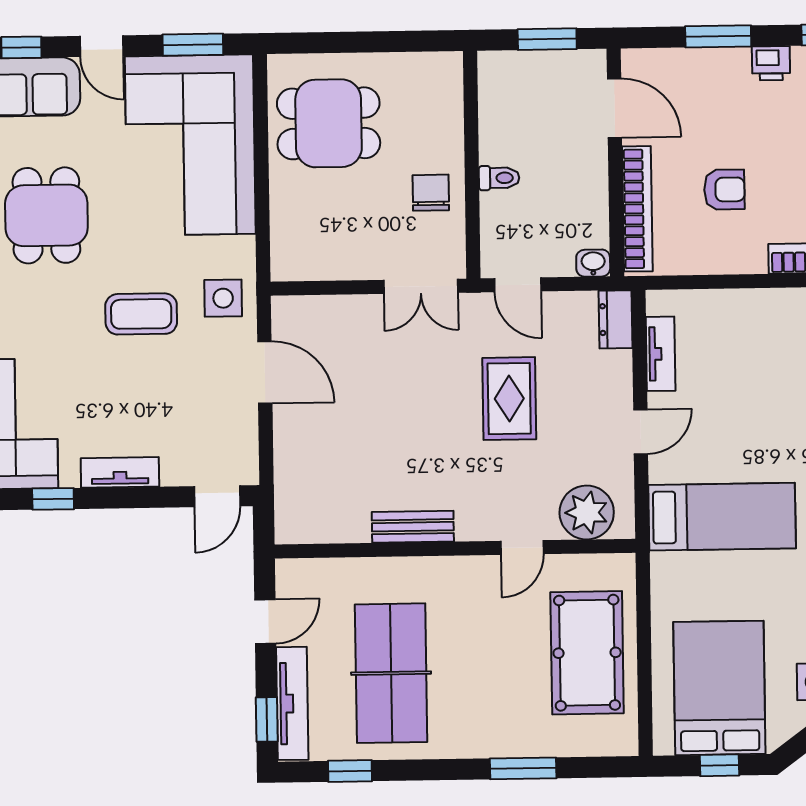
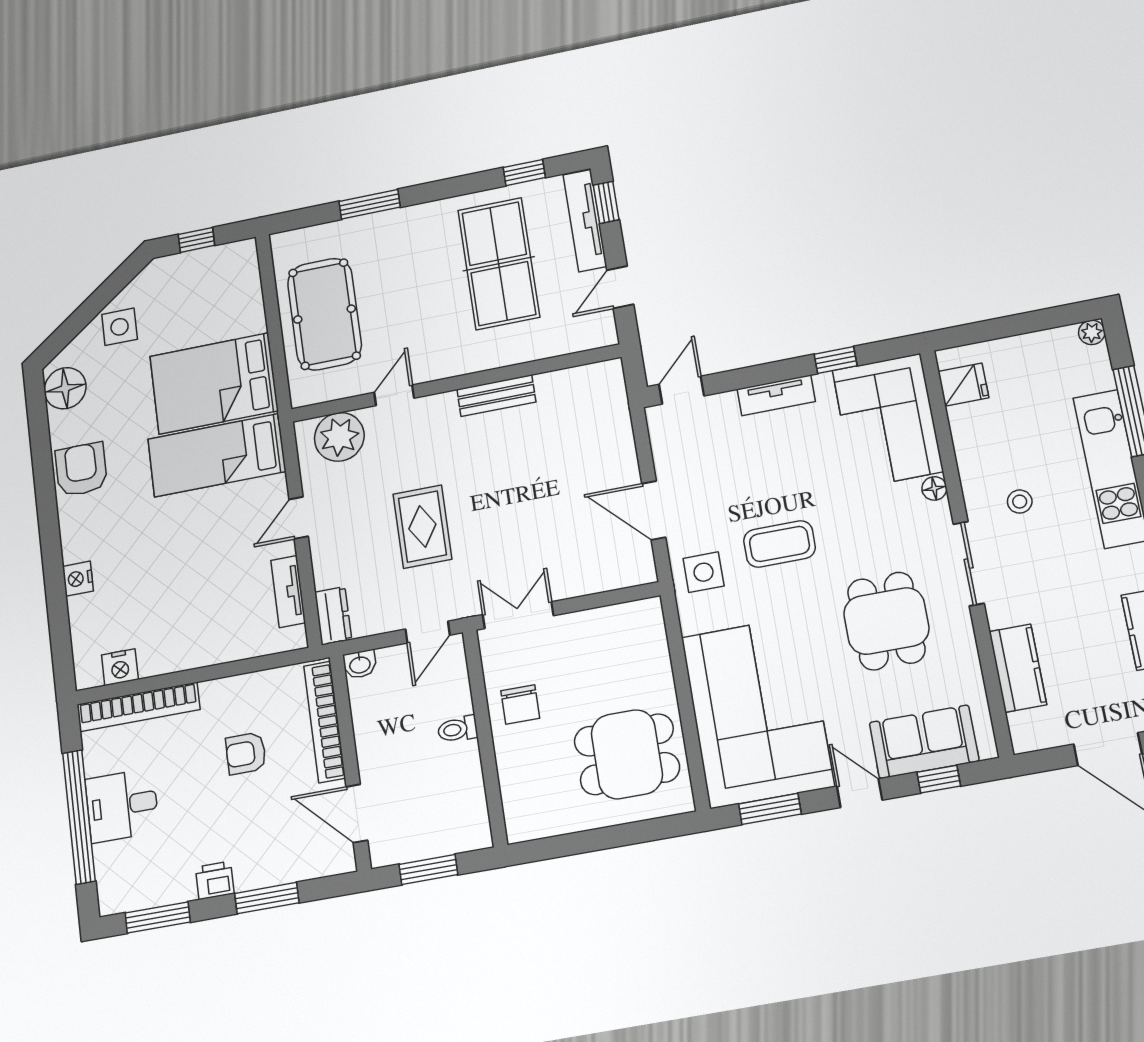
door: (518, 285) -> (428, 632), swing flipped
bed: (719, 688) -> (214, 383), moved, turned 90

